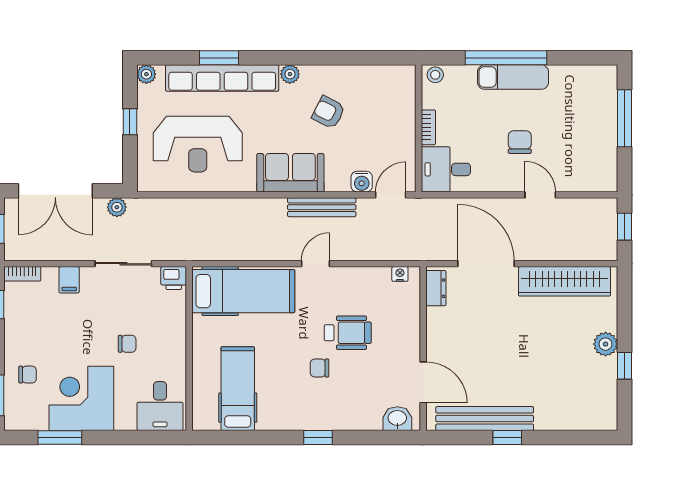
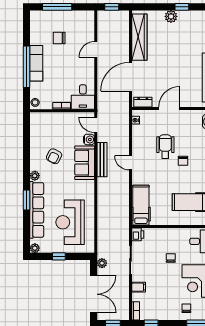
window: (219, 58) -> (27, 200), moved
chair: (520, 142) -> (59, 38), moved
reception desk: (198, 144) -> (70, 222), turned 180
sofa: (290, 173) -> (85, 163), moved
hospital bed: (243, 291) -> (141, 205), width x0.73, depth x0.77
door: (423, 382) -> (169, 109), moved

